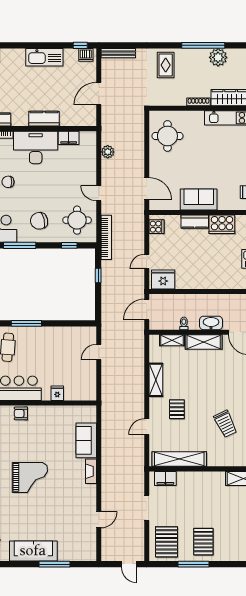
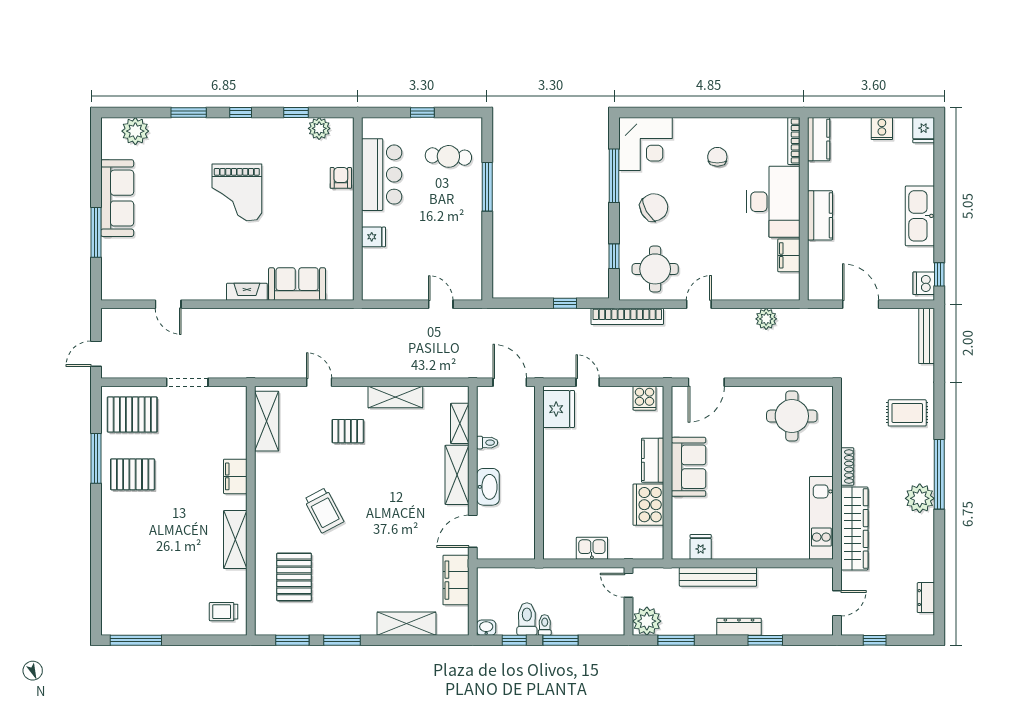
chair: (39, 221) -> (654, 207), turned 73
trolley: (225, 424) -> (324, 510), turned -92
shelving: (179, 459) -> (267, 421), width x0.68
filing cabinet: (165, 478) -> (235, 476), moved

